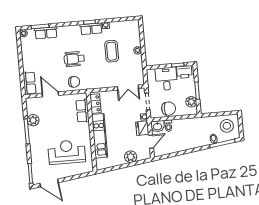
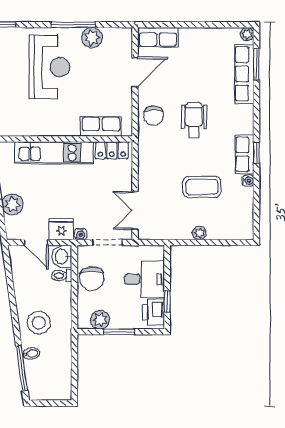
row of seats: (46, 33) -> (244, 74), width x1.48
stool: (227, 126) -> (39, 323), moved
reception desk: (67, 152) -> (50, 67), moved

